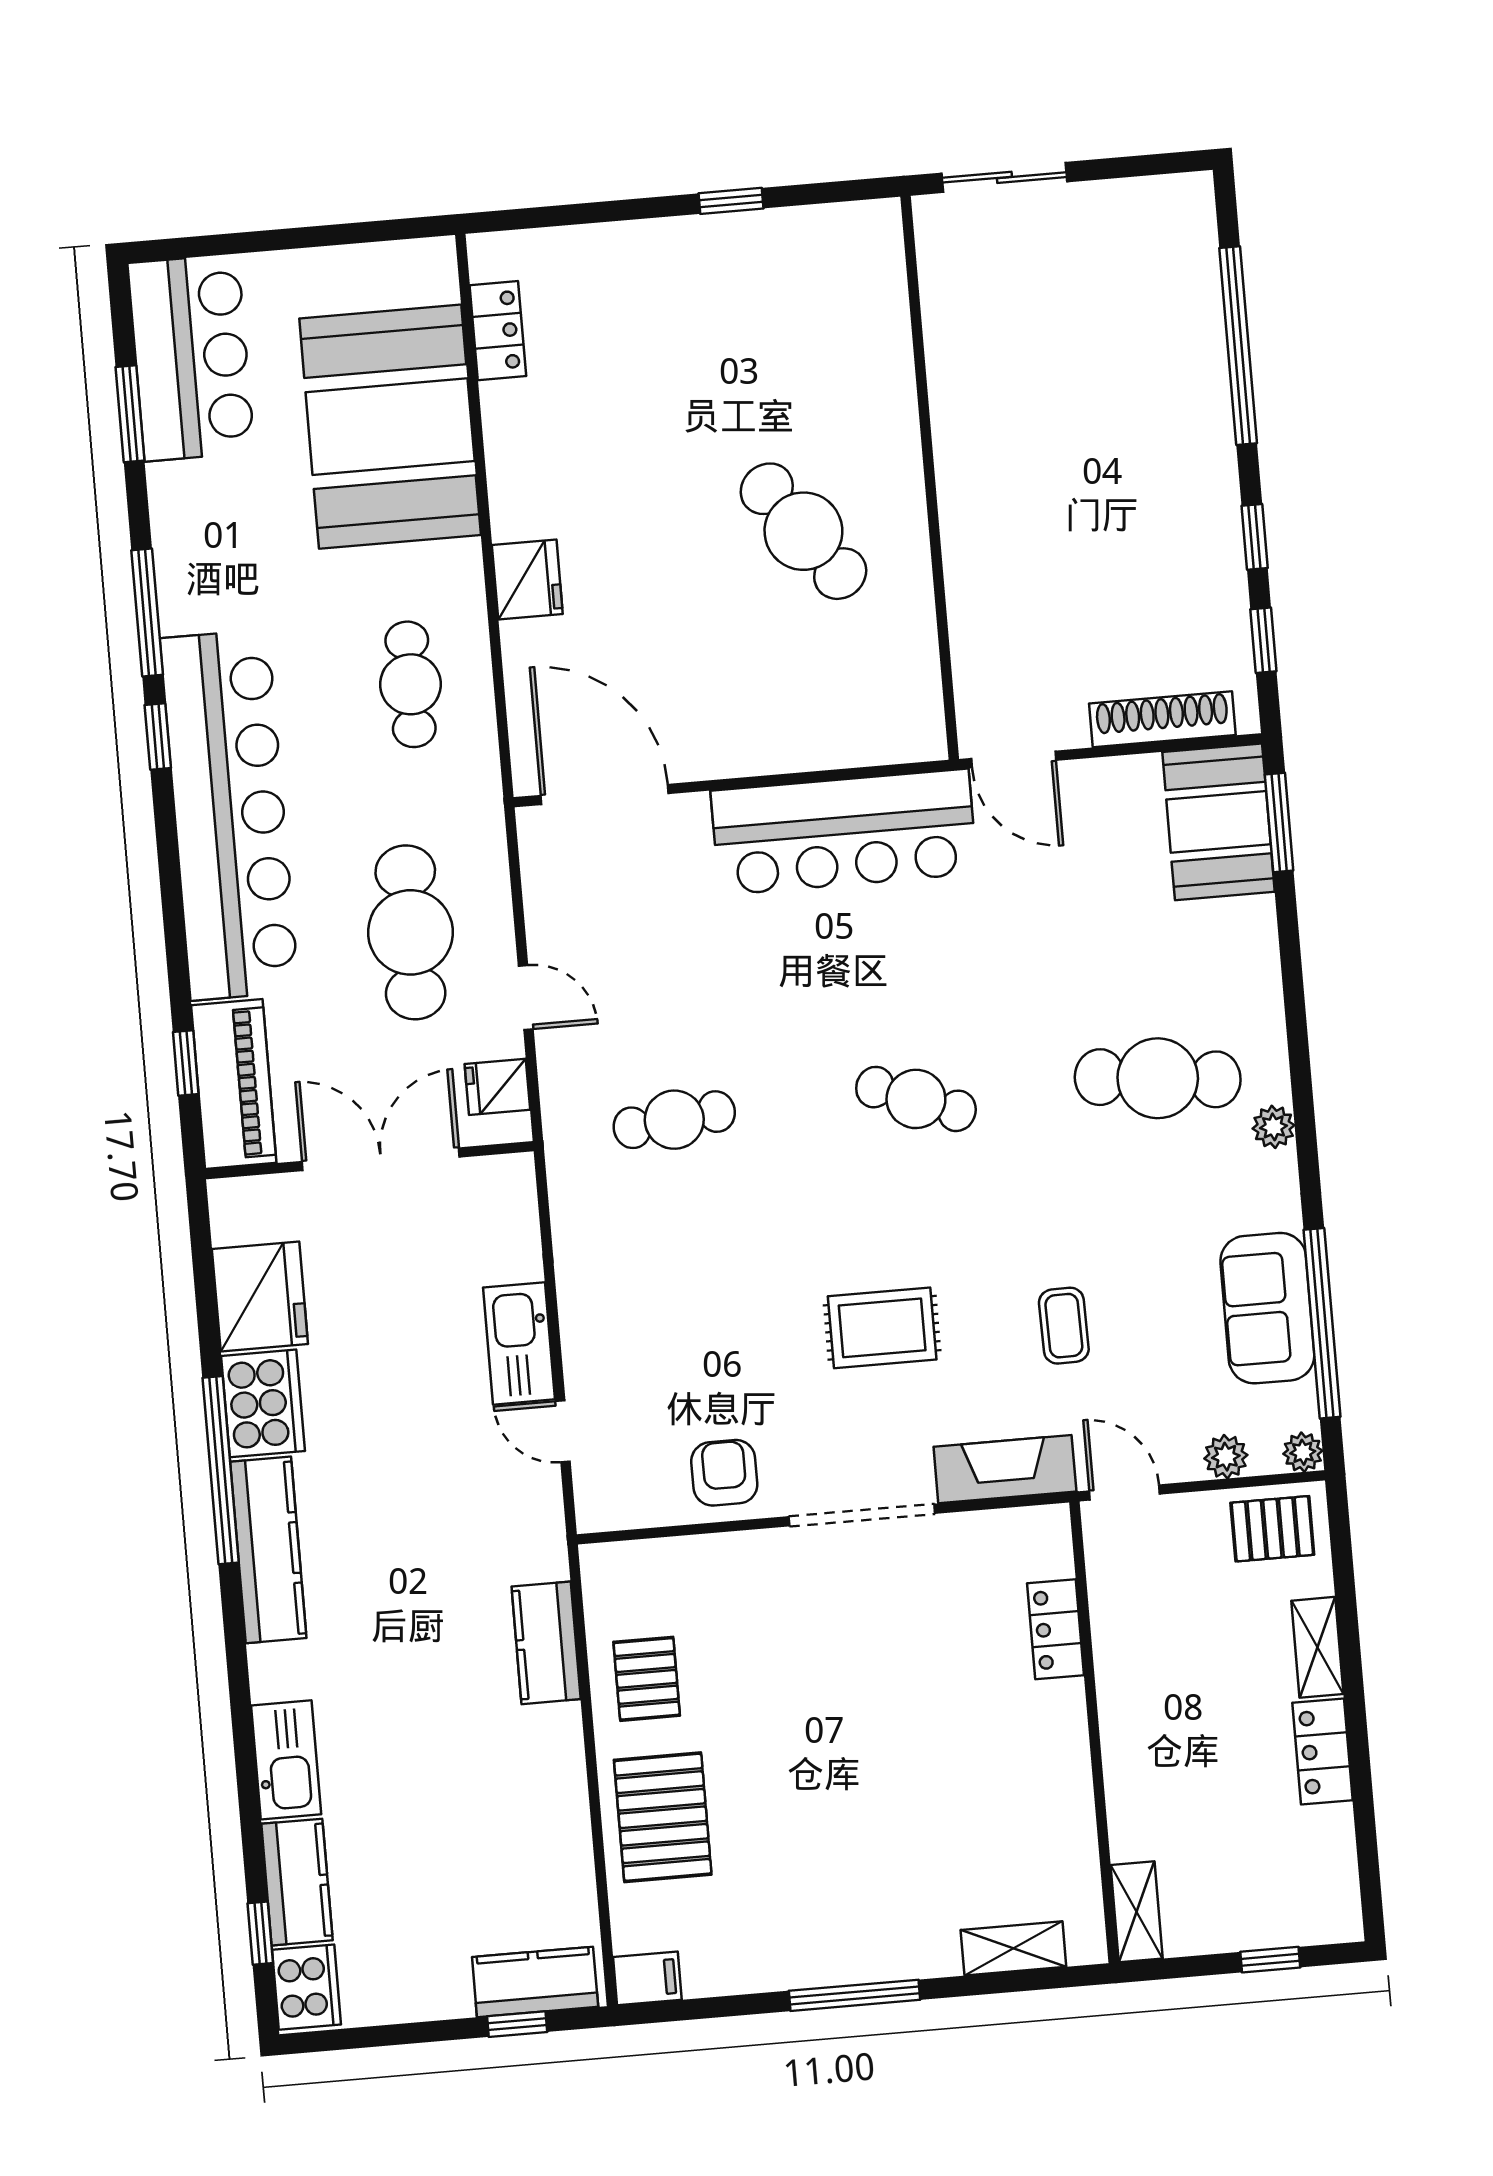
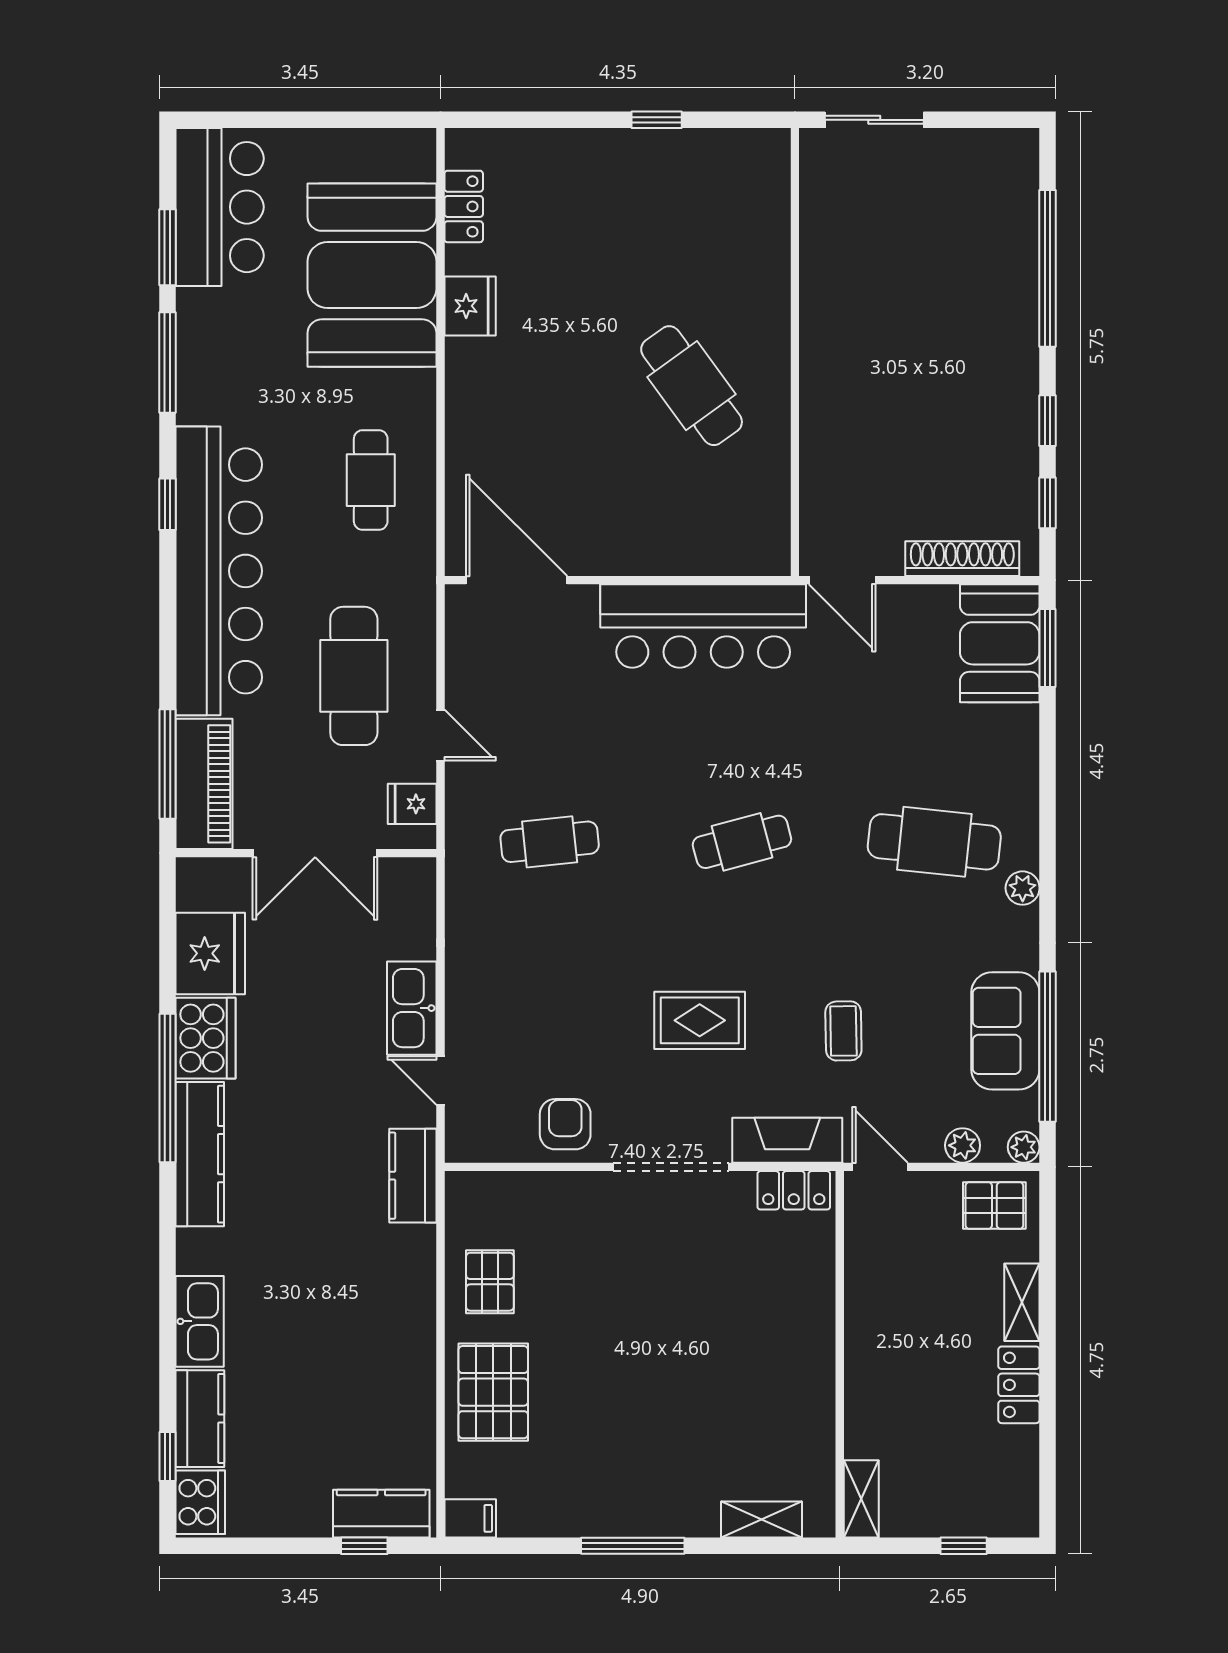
fridge: (527, 579) -> (470, 306), moved
window: (147, 613) -> (167, 362), moved
window: (186, 1063) -> (167, 764), width x2.17
cafe table: (916, 1099) -> (742, 842), turned -36
double door: (381, 1159) -> (315, 853), swing flipped
locker: (1056, 1629) -> (794, 1190), moved, turned -90
kitchen counter: (546, 1643) -> (413, 1176), moved

